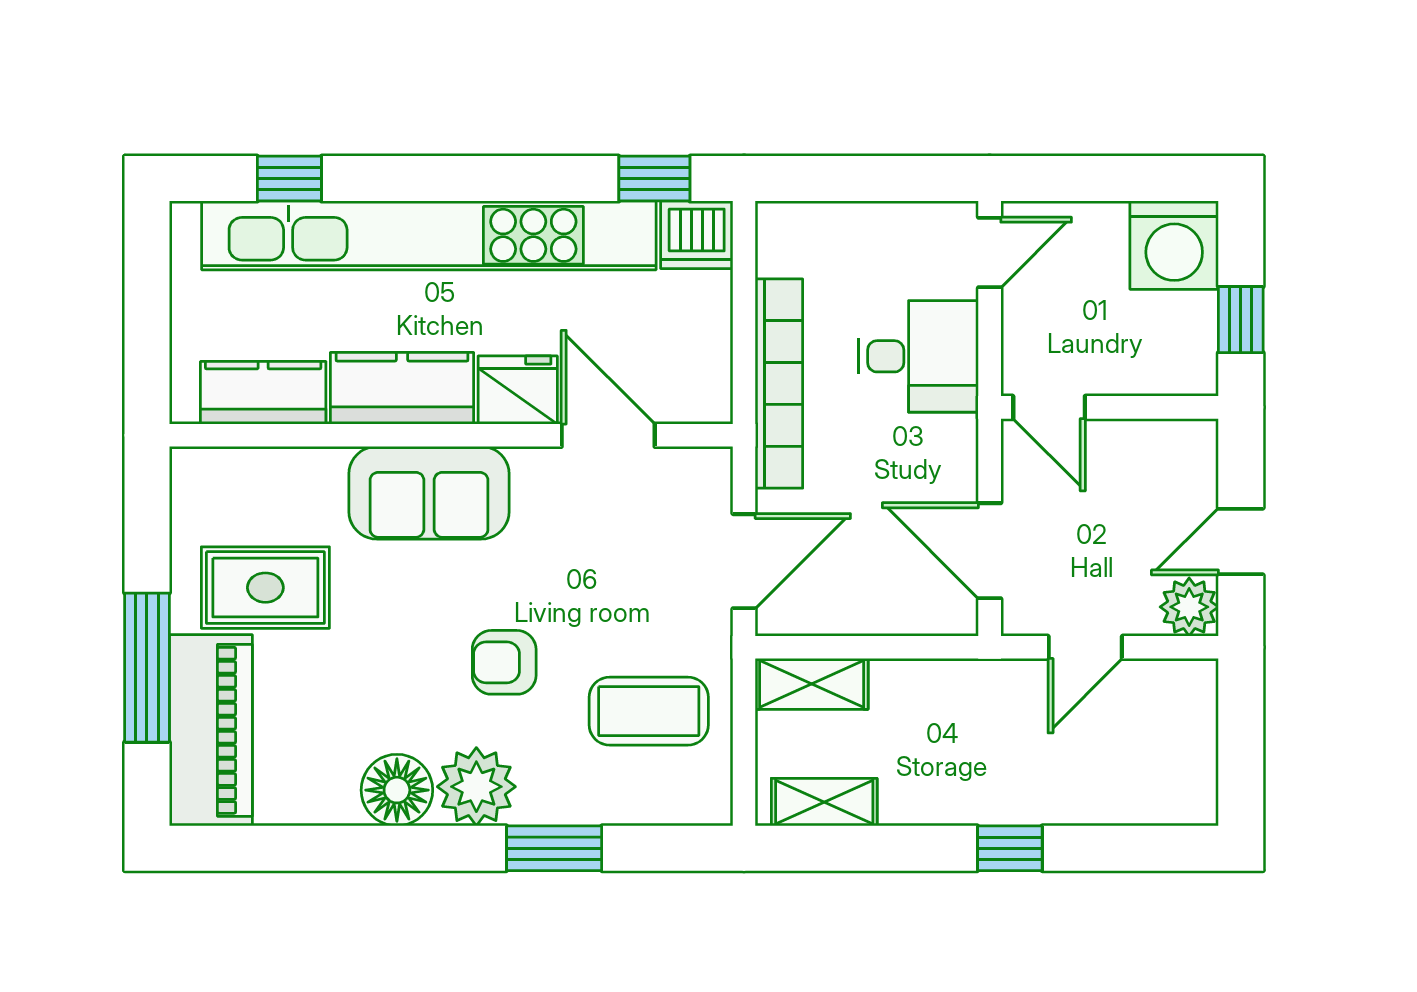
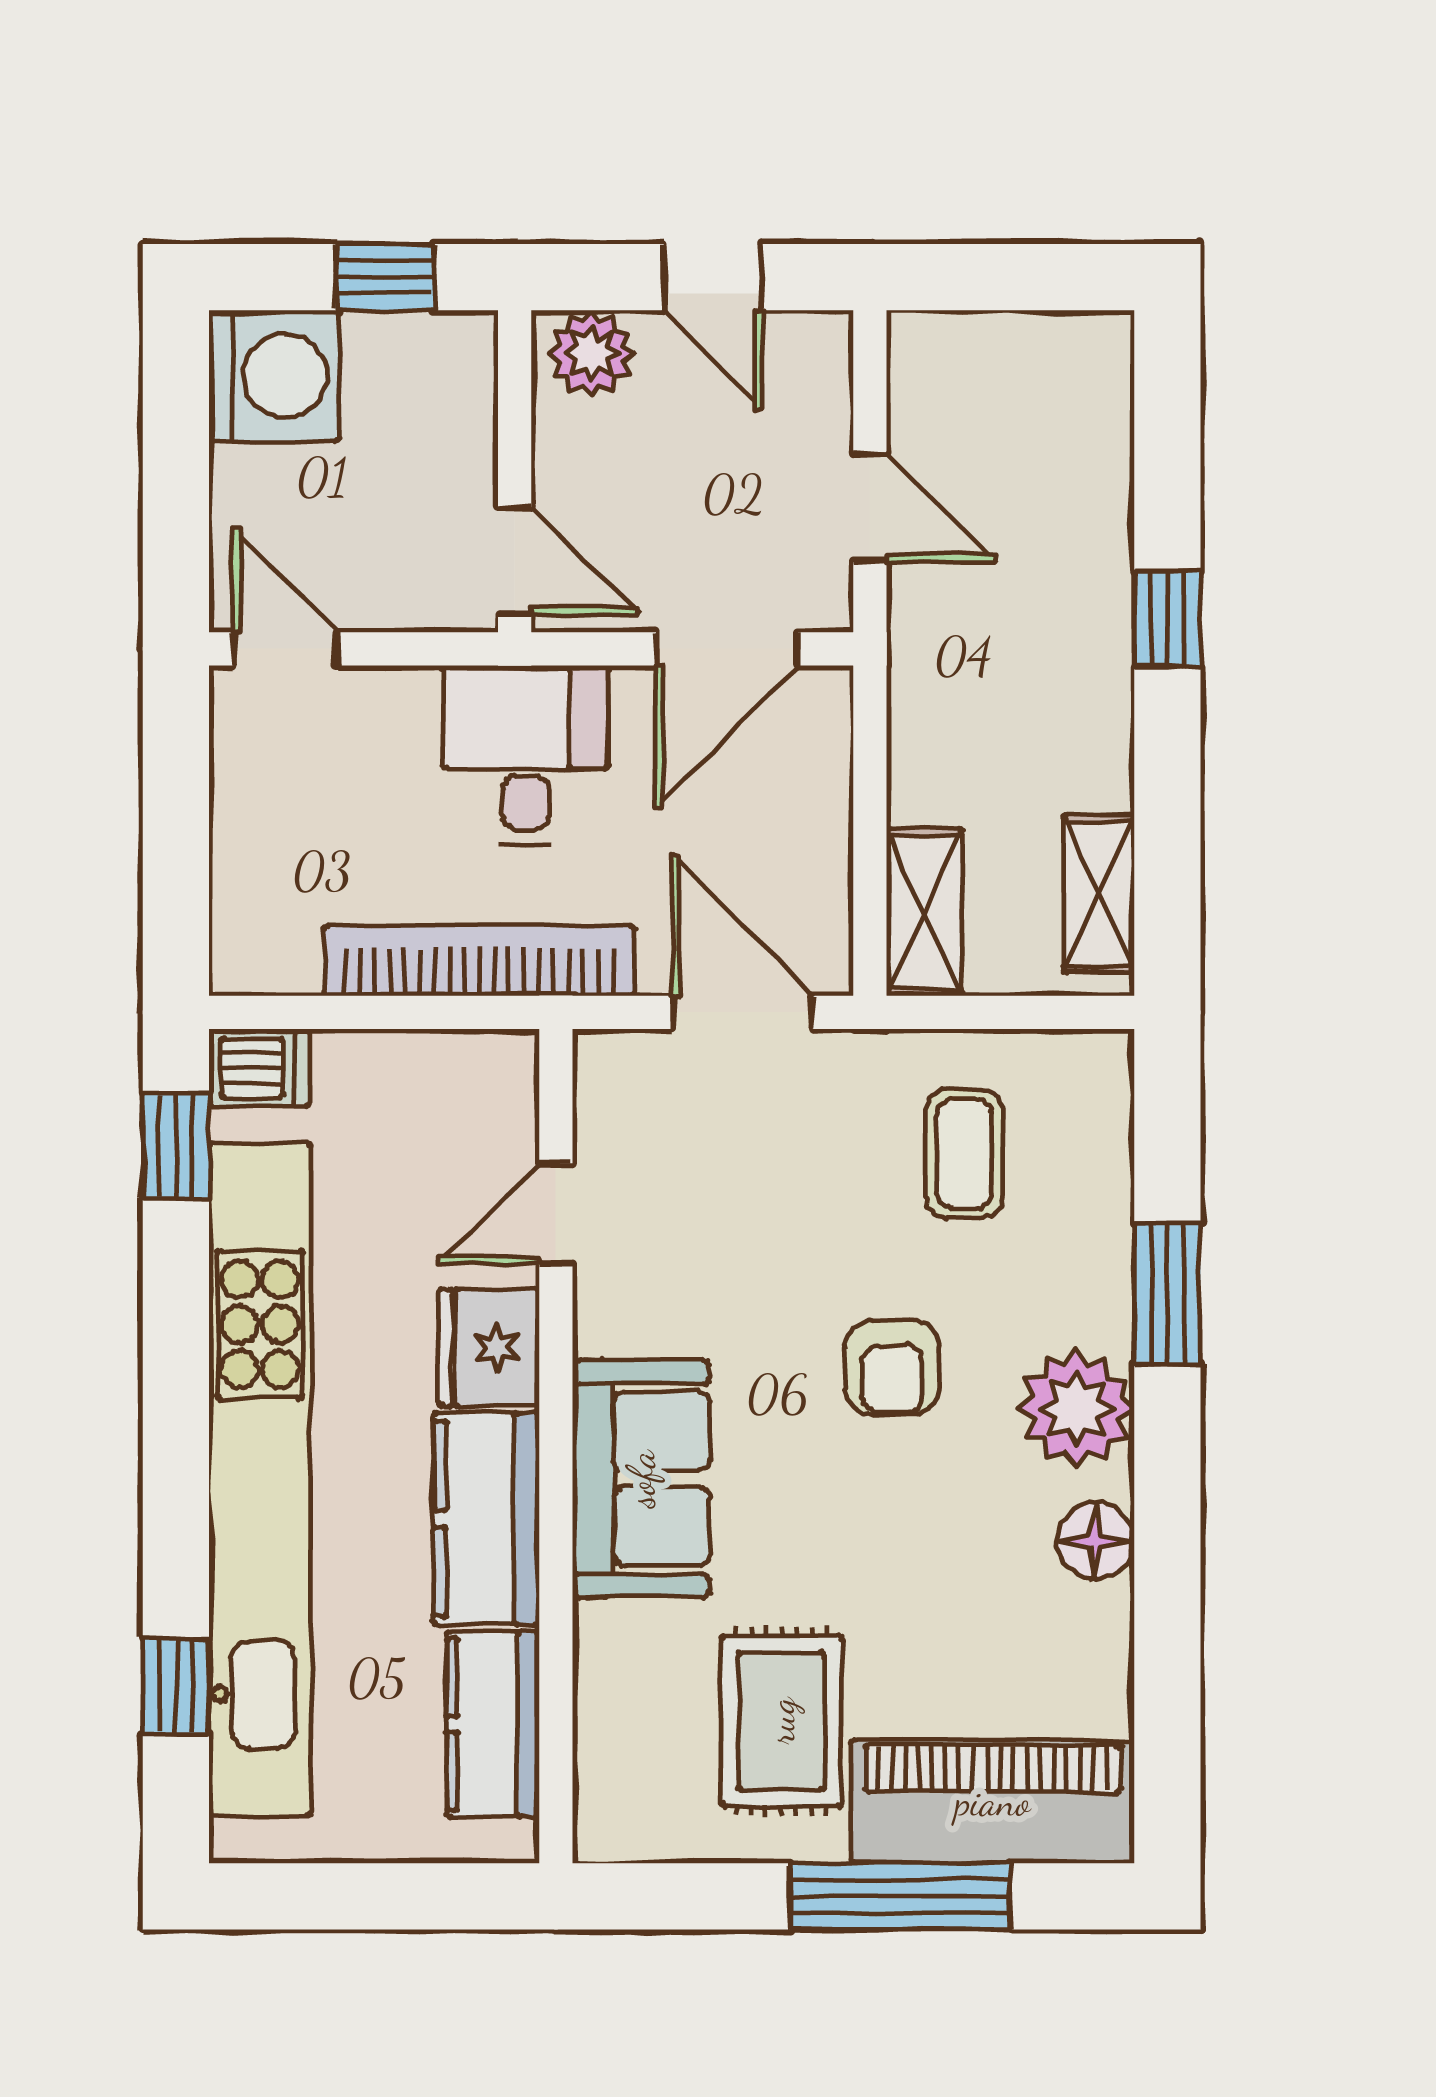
dishwasher: (697, 235) -> (259, 1068), width x0.73
desk: (918, 356) -> (526, 755), moved
door: (1049, 407) -> (515, 561), hinge flipped
door: (608, 435) -> (556, 1214), width x0.73
plant: (1189, 607) -> (591, 353), moved
coffee table: (649, 711) -> (964, 1153), width x0.73, depth x0.77
floor lamp: (397, 790) -> (1096, 1541), width x0.73, depth x0.73

